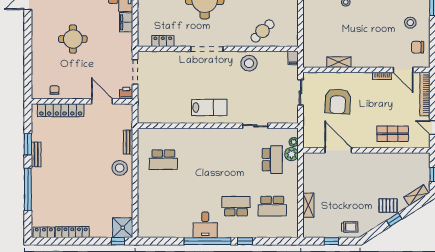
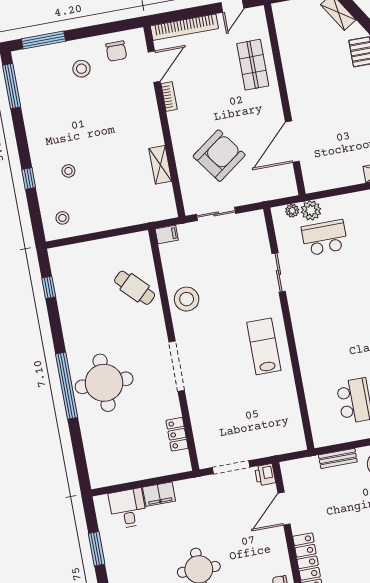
armchair: (338, 101) -> (219, 156), turned -39

